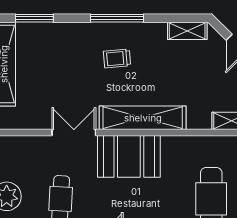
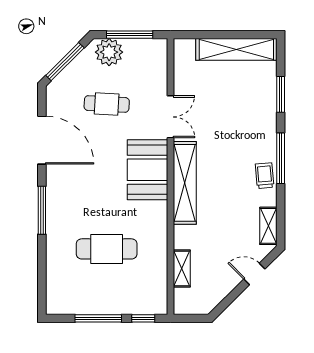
window: (34, 18) -> (281, 94), moved
trolley: (117, 58) -> (265, 176), moved

